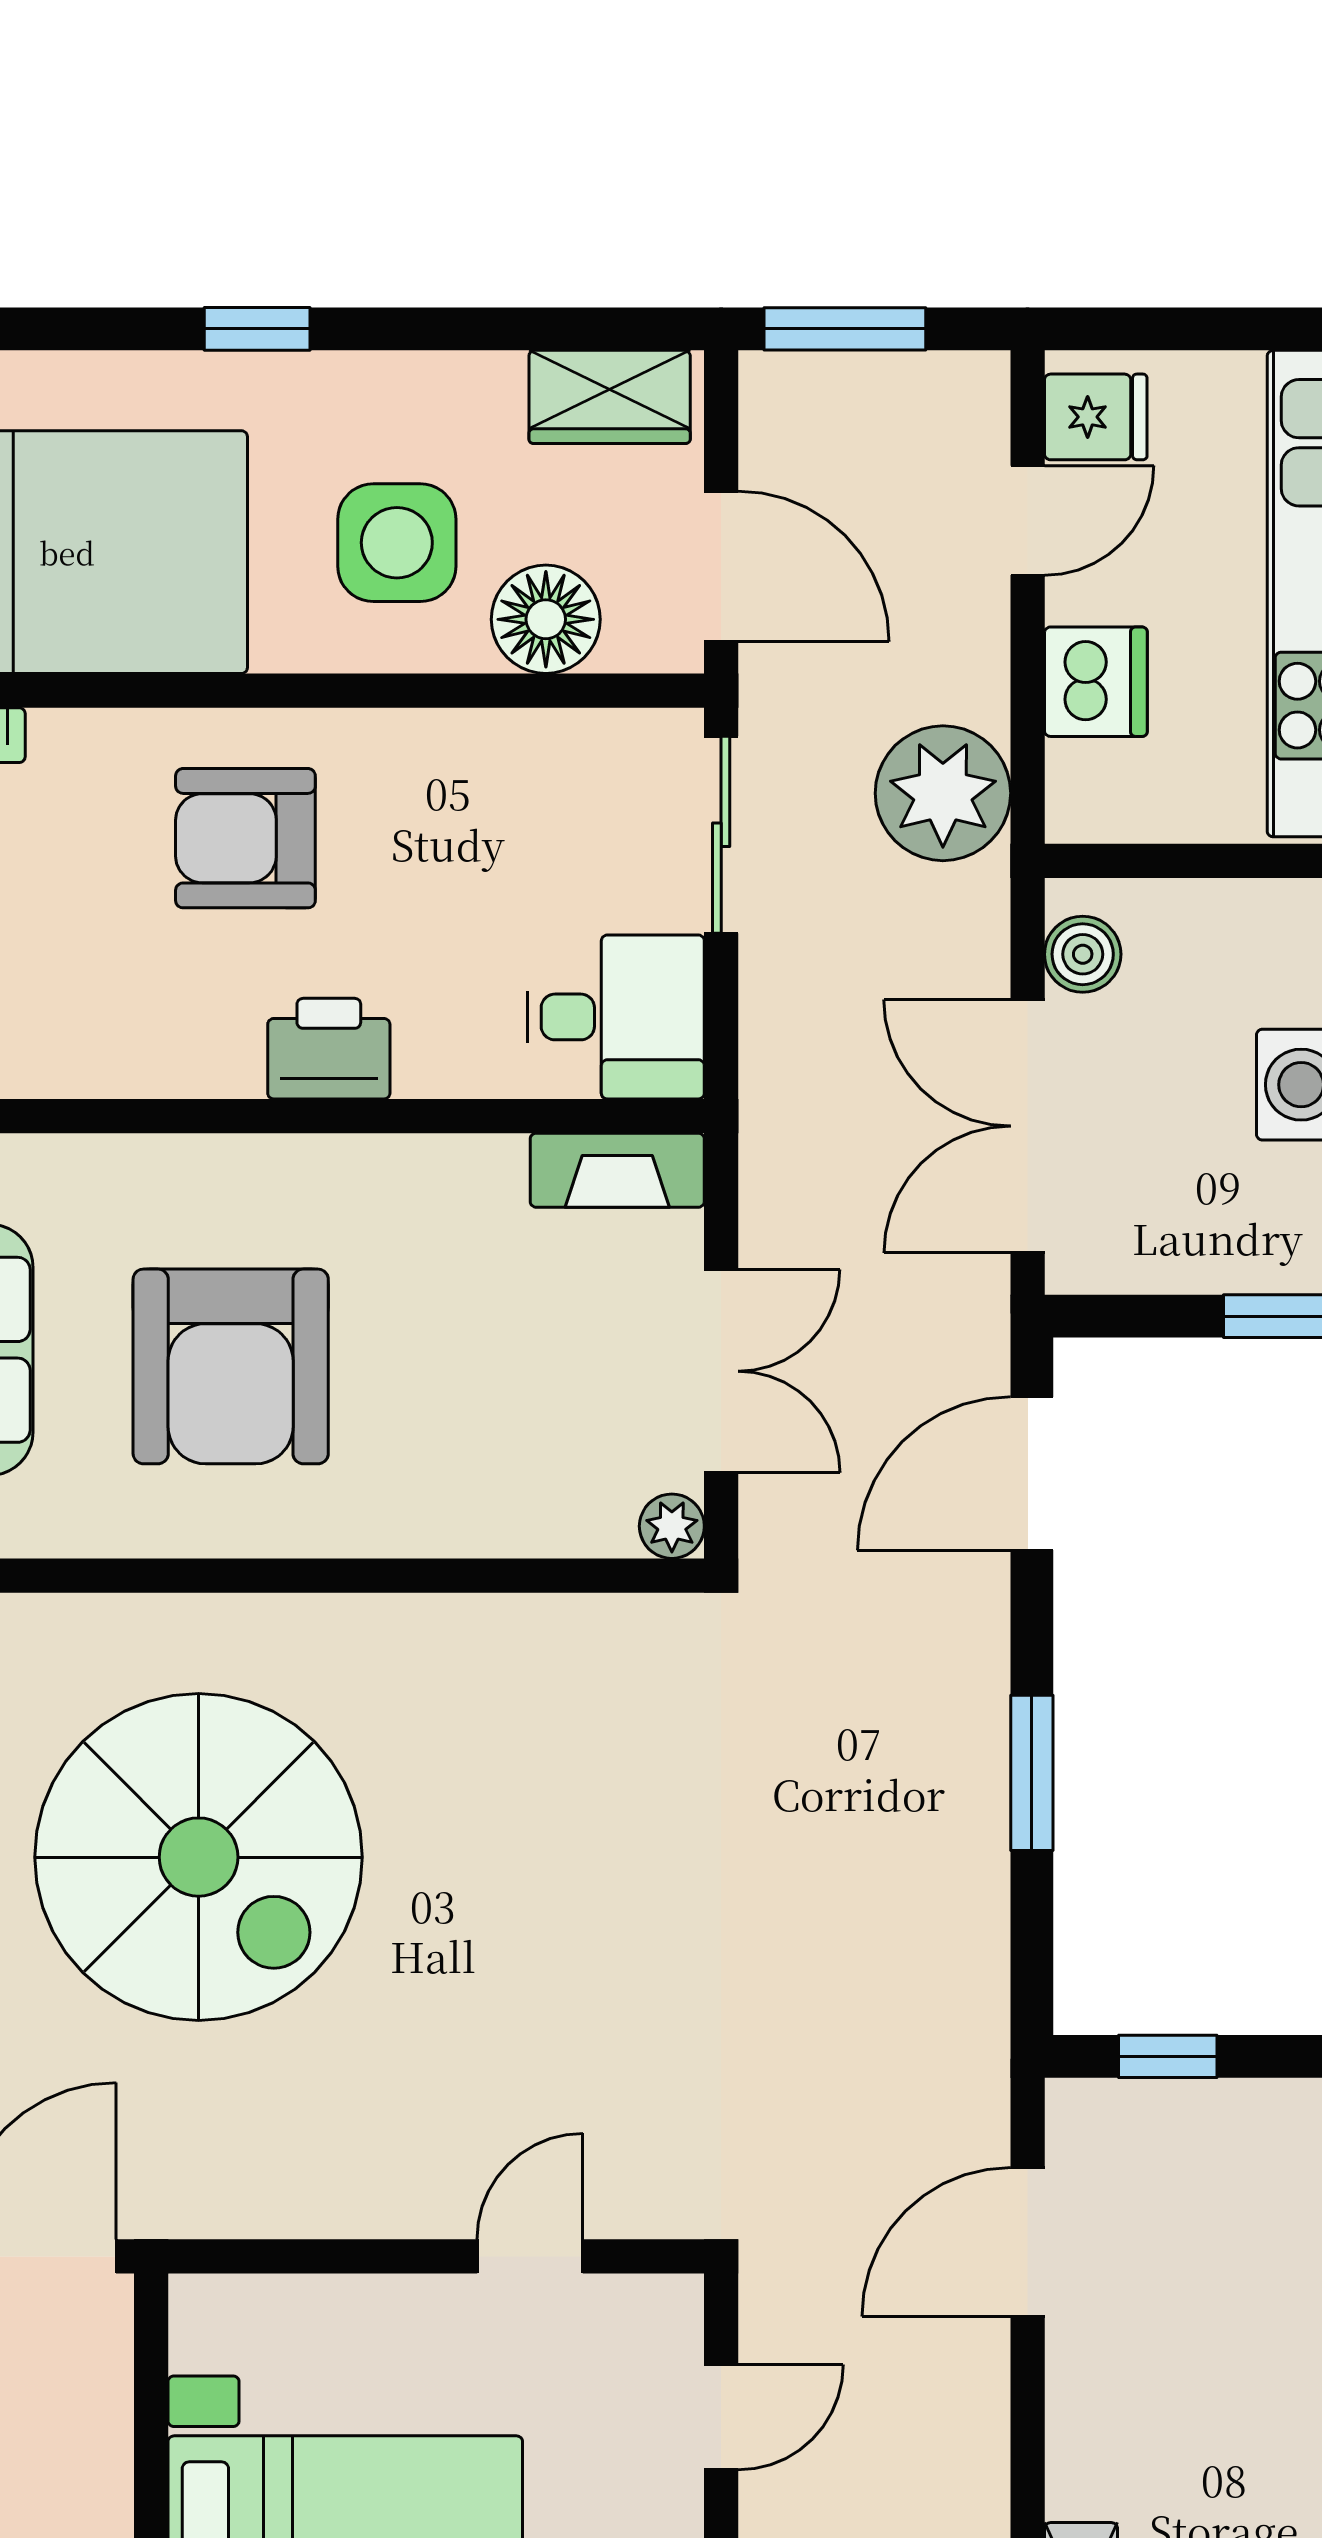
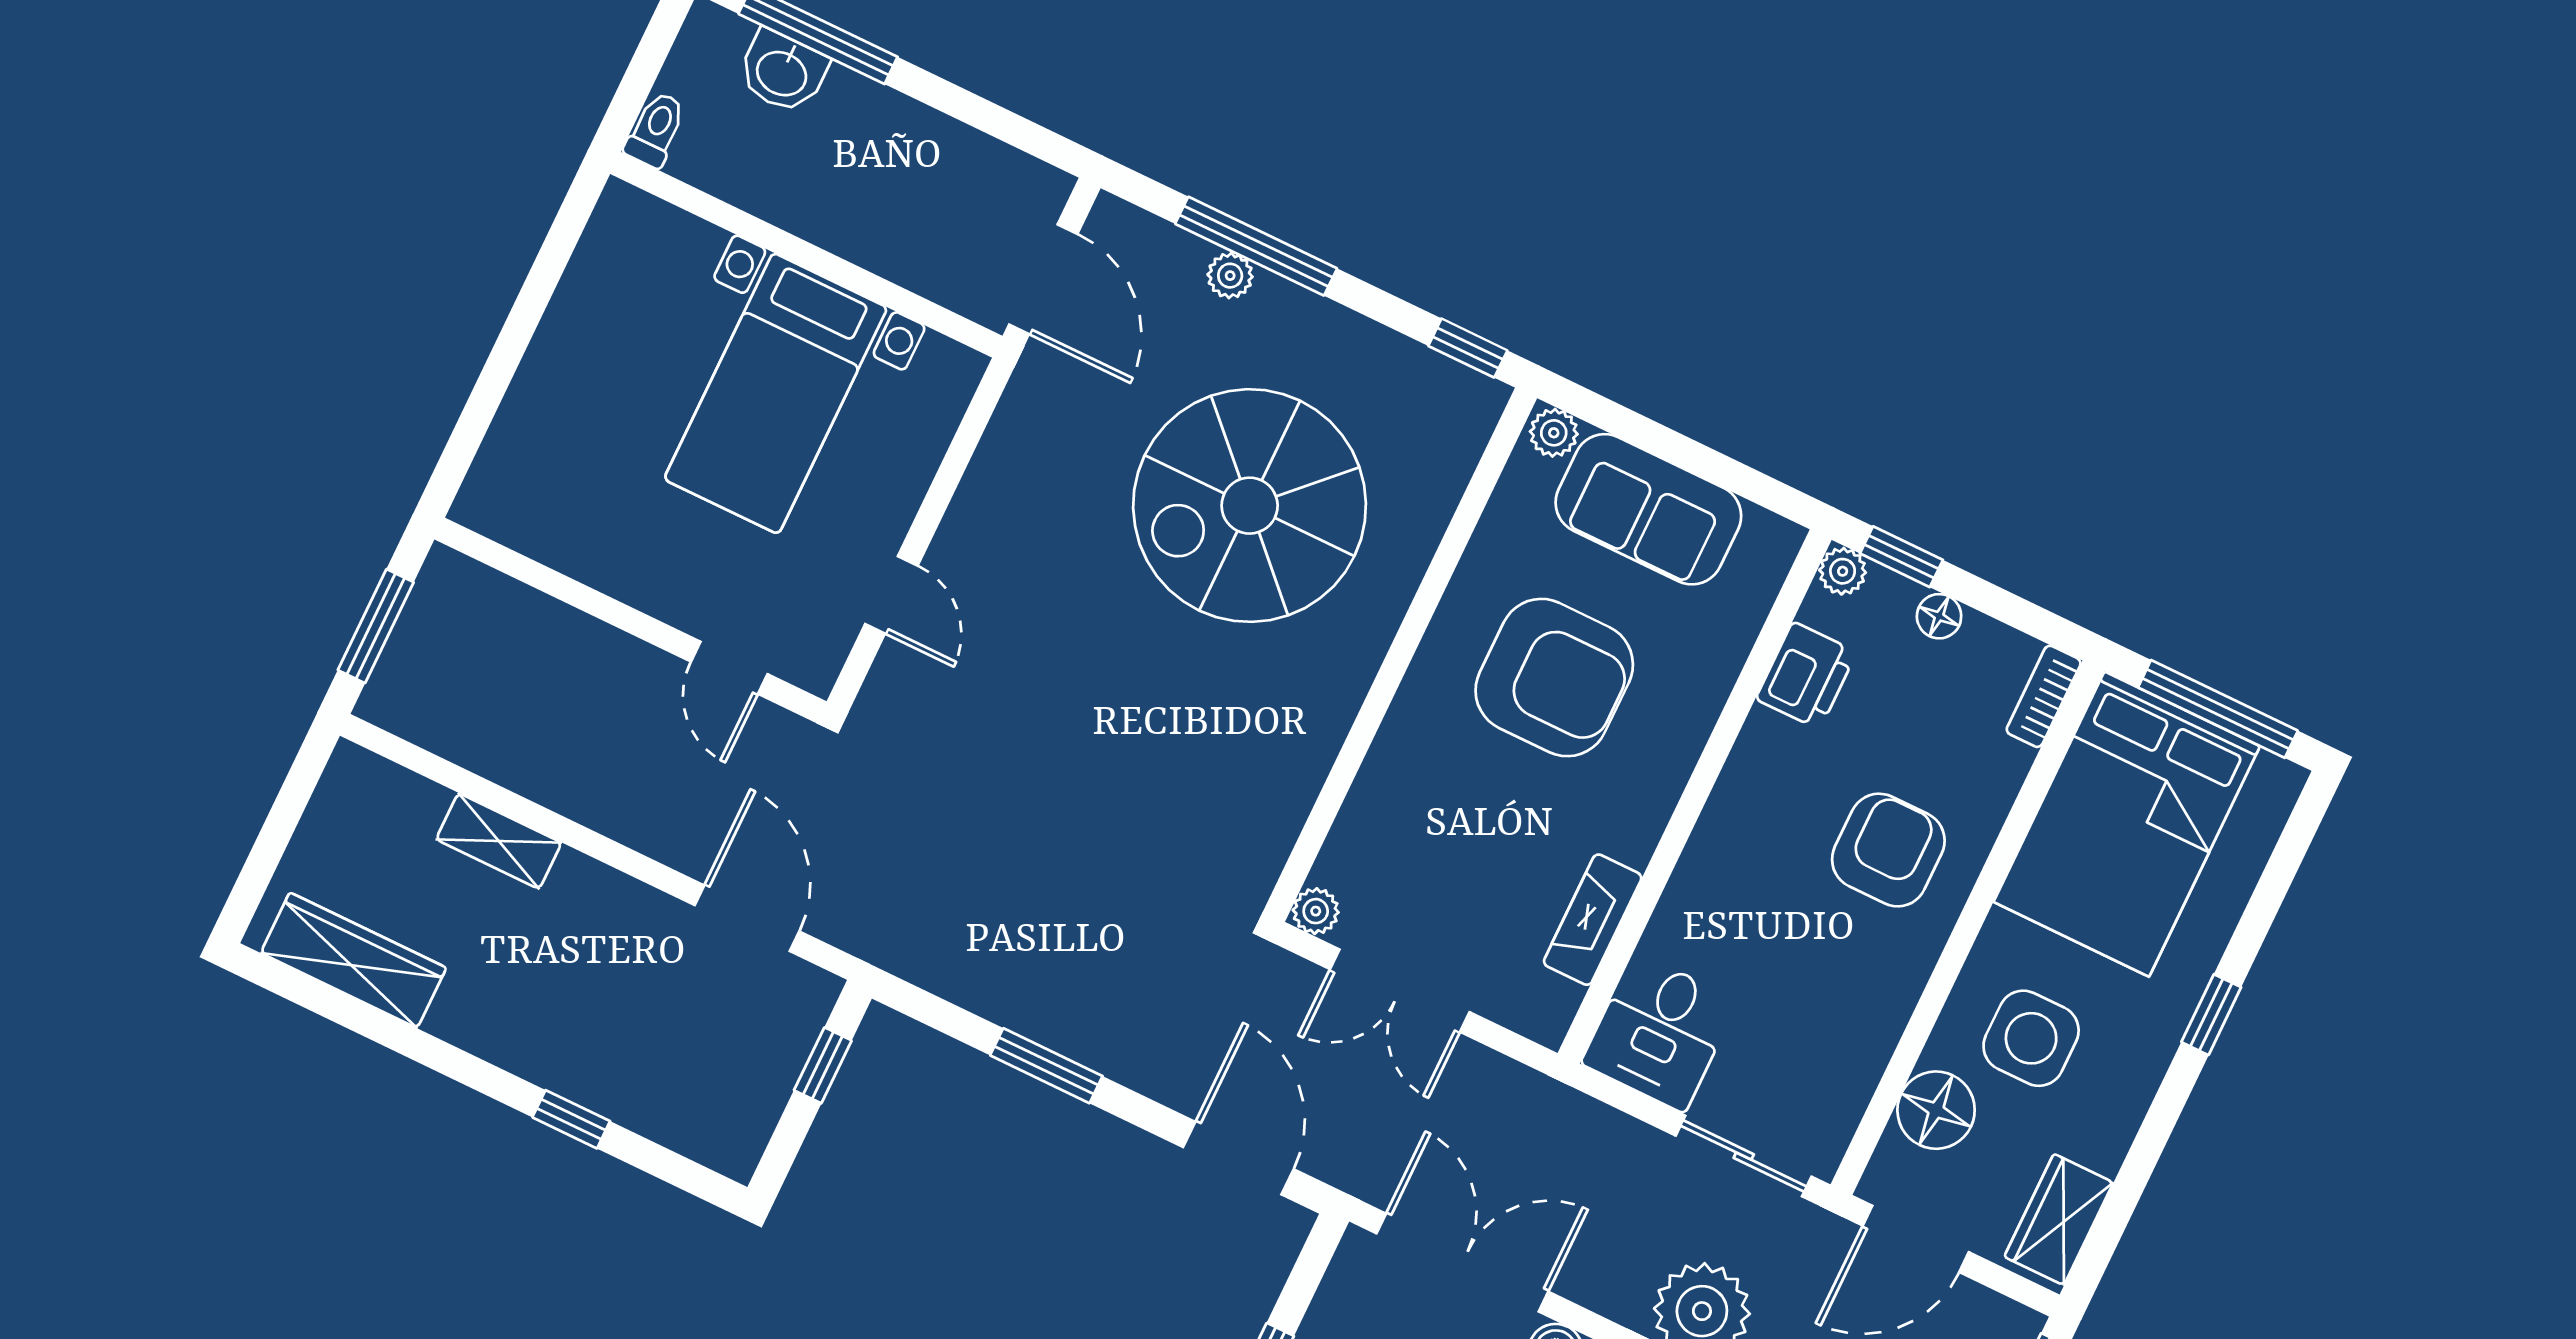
printer: (329, 1049) -> (1806, 675), moved
fireplace: (617, 1170) -> (1593, 920), moved
armchair: (231, 1366) -> (1554, 678), turned 180

